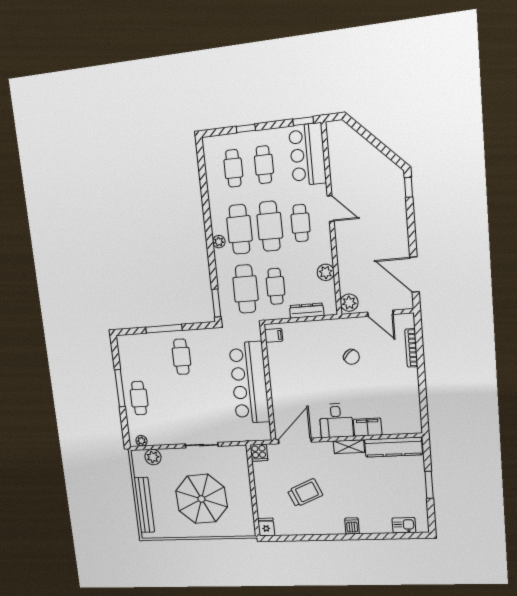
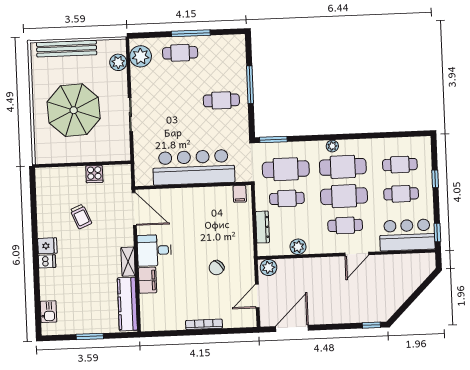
bookcase: (411, 348) -> (204, 324), moved
plant: (141, 441) -> (141, 56), width x1.87, depth x1.87
cooker: (259, 453) -> (94, 174), moved, turned -90
trolley: (305, 493) -> (81, 217), width x0.73, depth x0.72
fridge: (266, 527) -> (47, 246), moved

